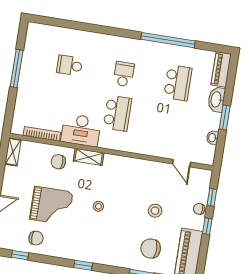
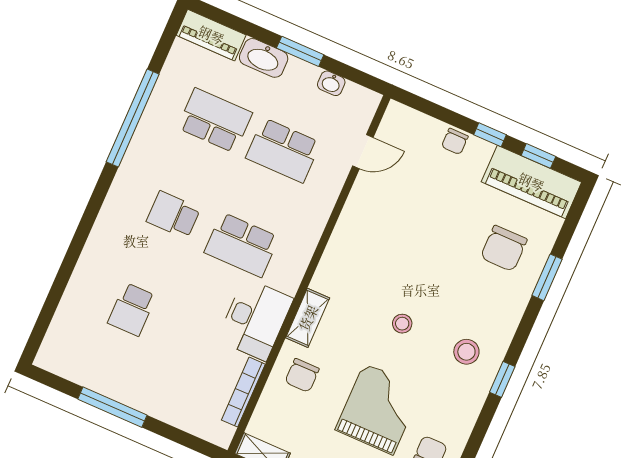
school desk: (117, 113) -> (242, 245), turned 180
school desk: (172, 122) -> (283, 150), added
window: (212, 197) -> (538, 156), moved
stool: (155, 211) -> (466, 352), moved

